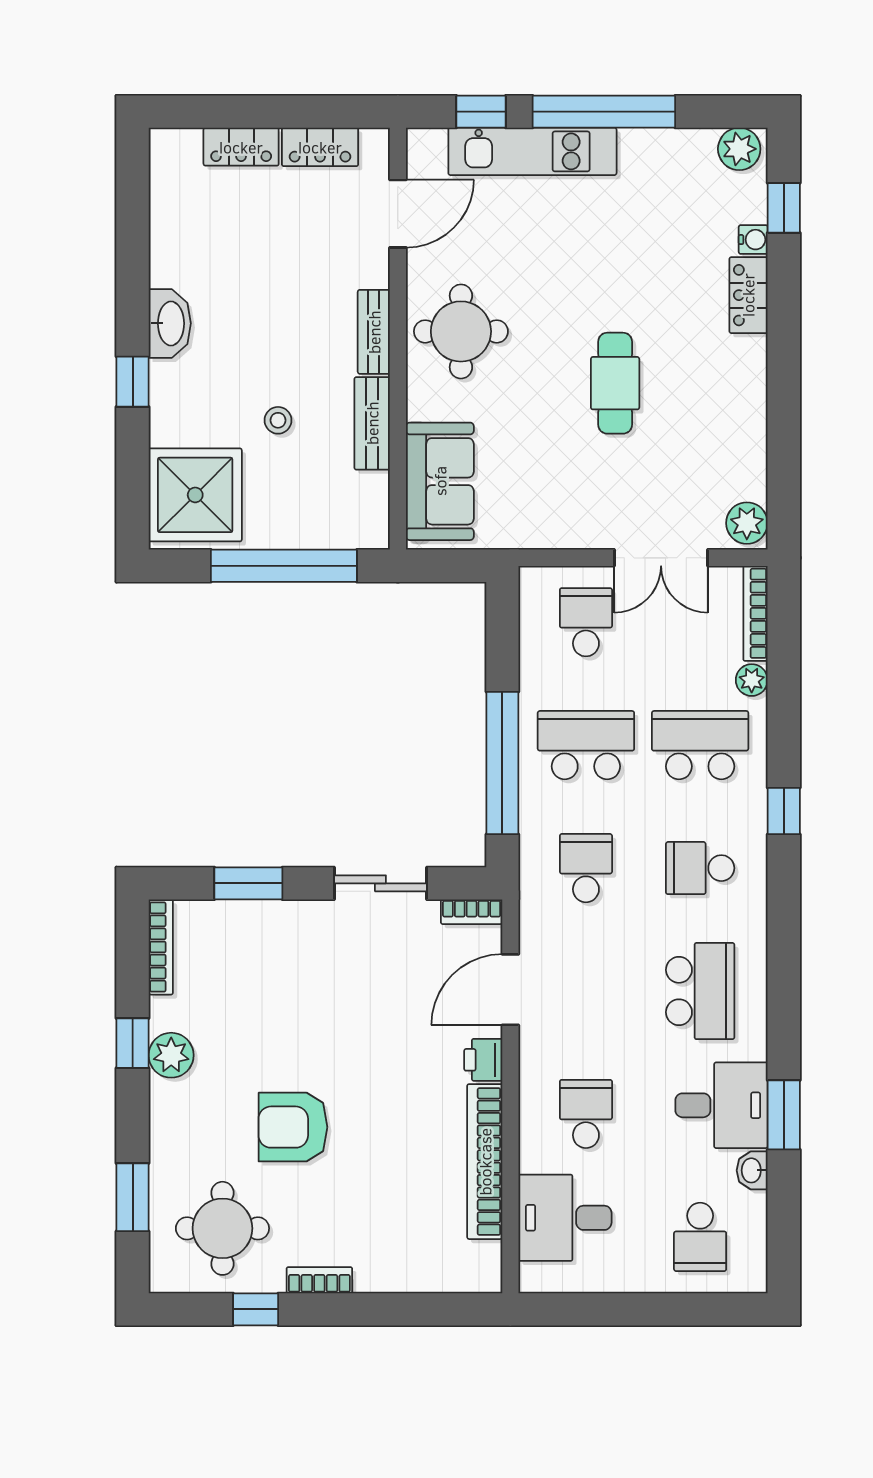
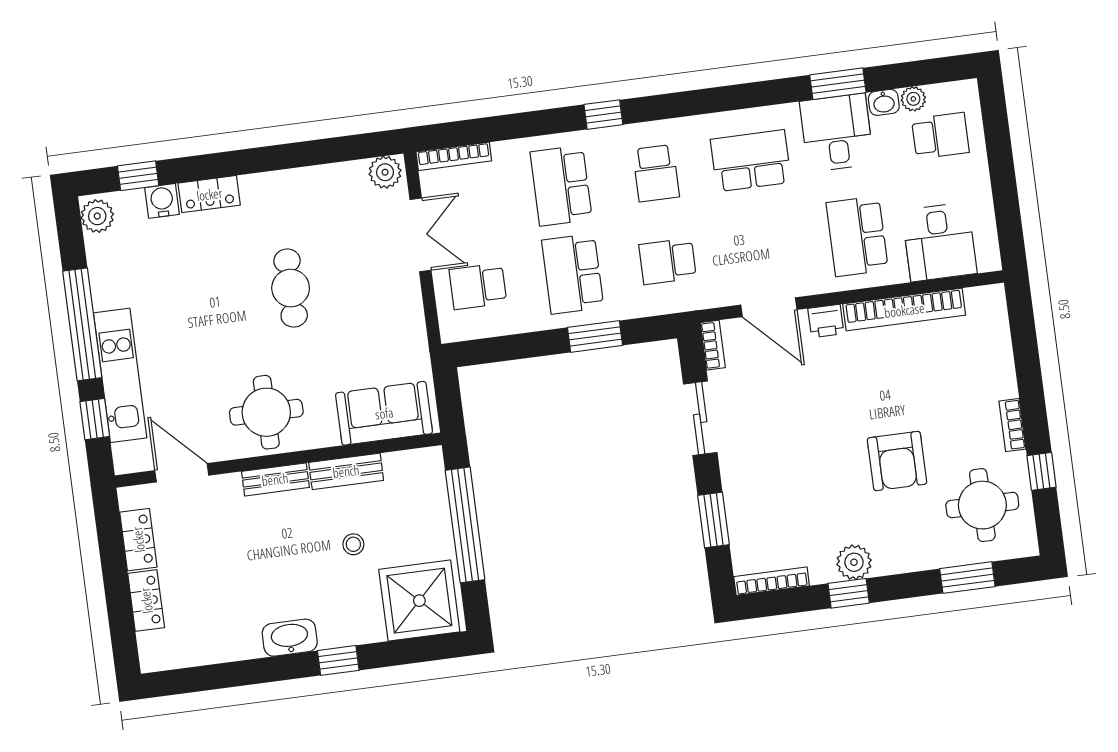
water cooler: (753, 240) -> (162, 201), width x1.38, depth x1.38
cafe table: (615, 383) -> (291, 288), turned 90
plant: (752, 680) -> (913, 99), moved
window: (502, 763) -> (595, 336), width x0.47
school desk: (586, 1114) -> (857, 236), width x1.85

